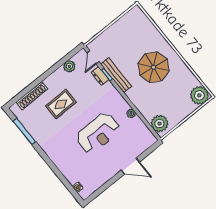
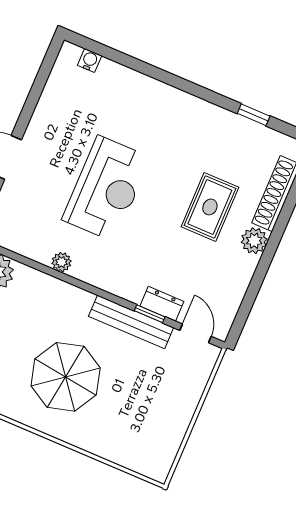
plant: (69, 66) -> (254, 241), moved
window: (24, 131) -> (254, 115), width x0.46
reception desk: (98, 133) -> (106, 189), turned 180

